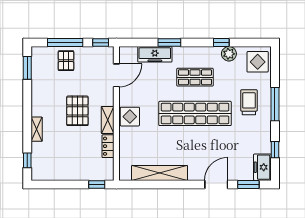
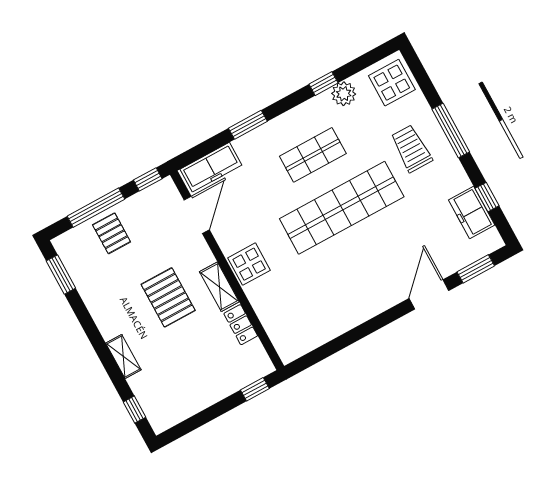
freezer: (155, 54) -> (211, 167), moved
freezer: (262, 167) -> (472, 212), moved
shelving: (160, 173) -> (337, 323), removed

